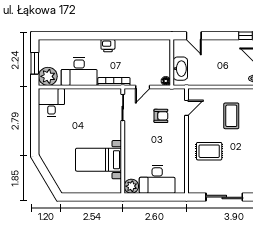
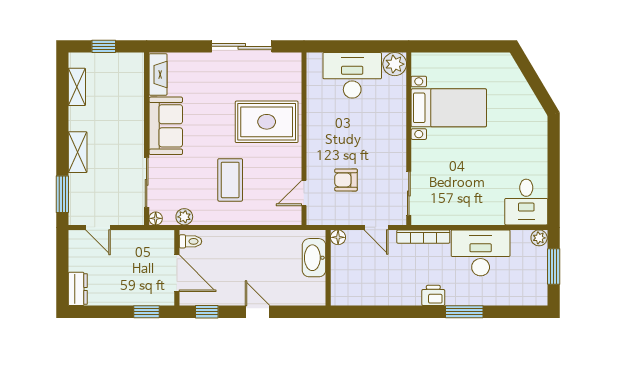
window: (89, 36) -> (464, 312), added
door: (194, 36) -> (257, 312), moved
plant: (48, 76) -> (539, 238), width x0.53, depth x0.53
door: (143, 87) -> (376, 227), swing flipped
rug: (209, 151) -> (267, 122), width x1.36, depth x1.43

